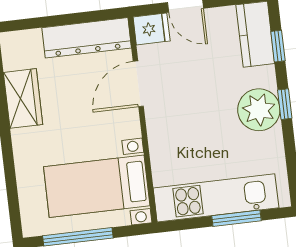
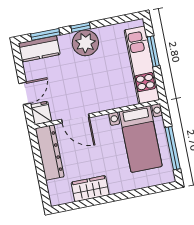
window: (278, 46) -> (45, 34), width x1.50

